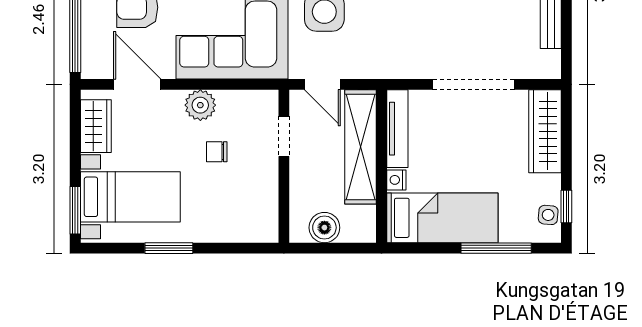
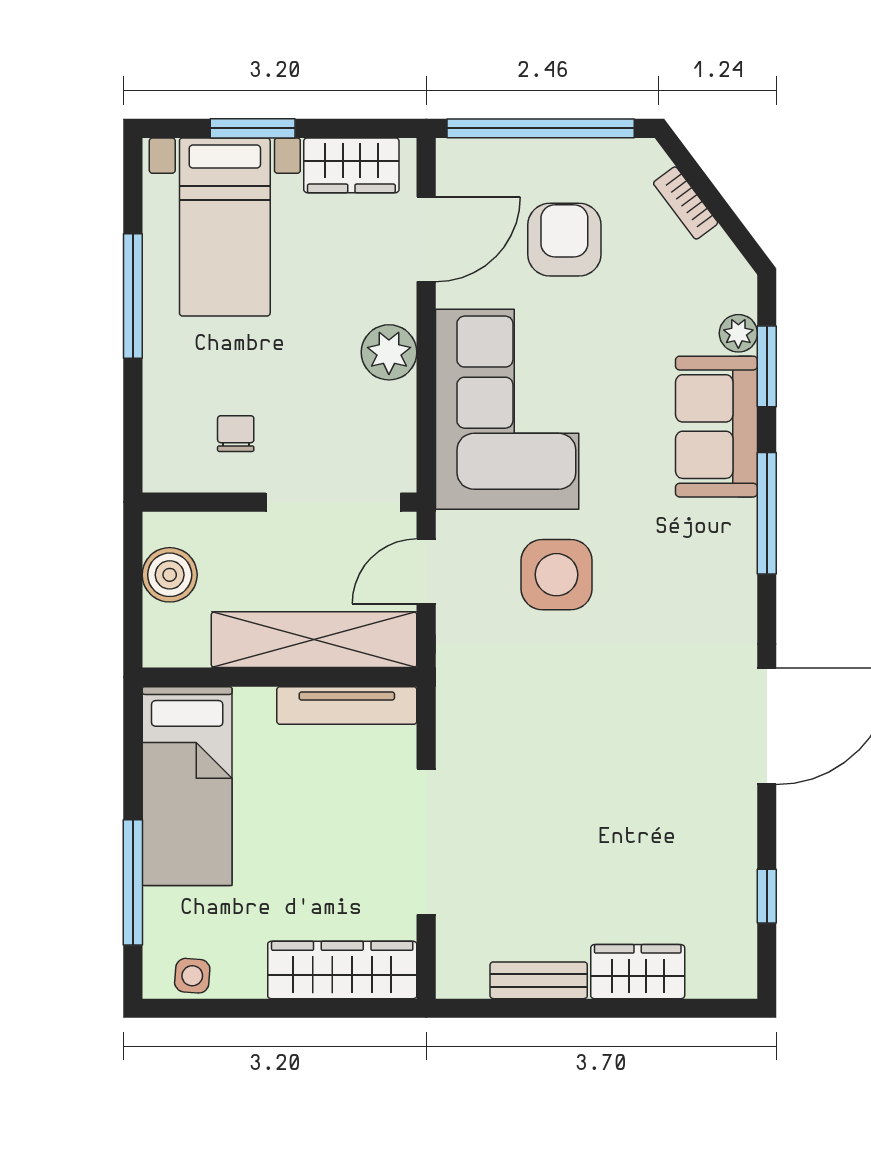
doorway: (284, 136) -> (333, 502), width x1.88
chair: (217, 152) -> (236, 434), moved
nightstand: (396, 180) -> (255, 704), removed
window: (566, 206) -> (207, 1008), removed
window: (75, 210) -> (253, 128), moved
window: (169, 248) -> (133, 296), width x1.44

